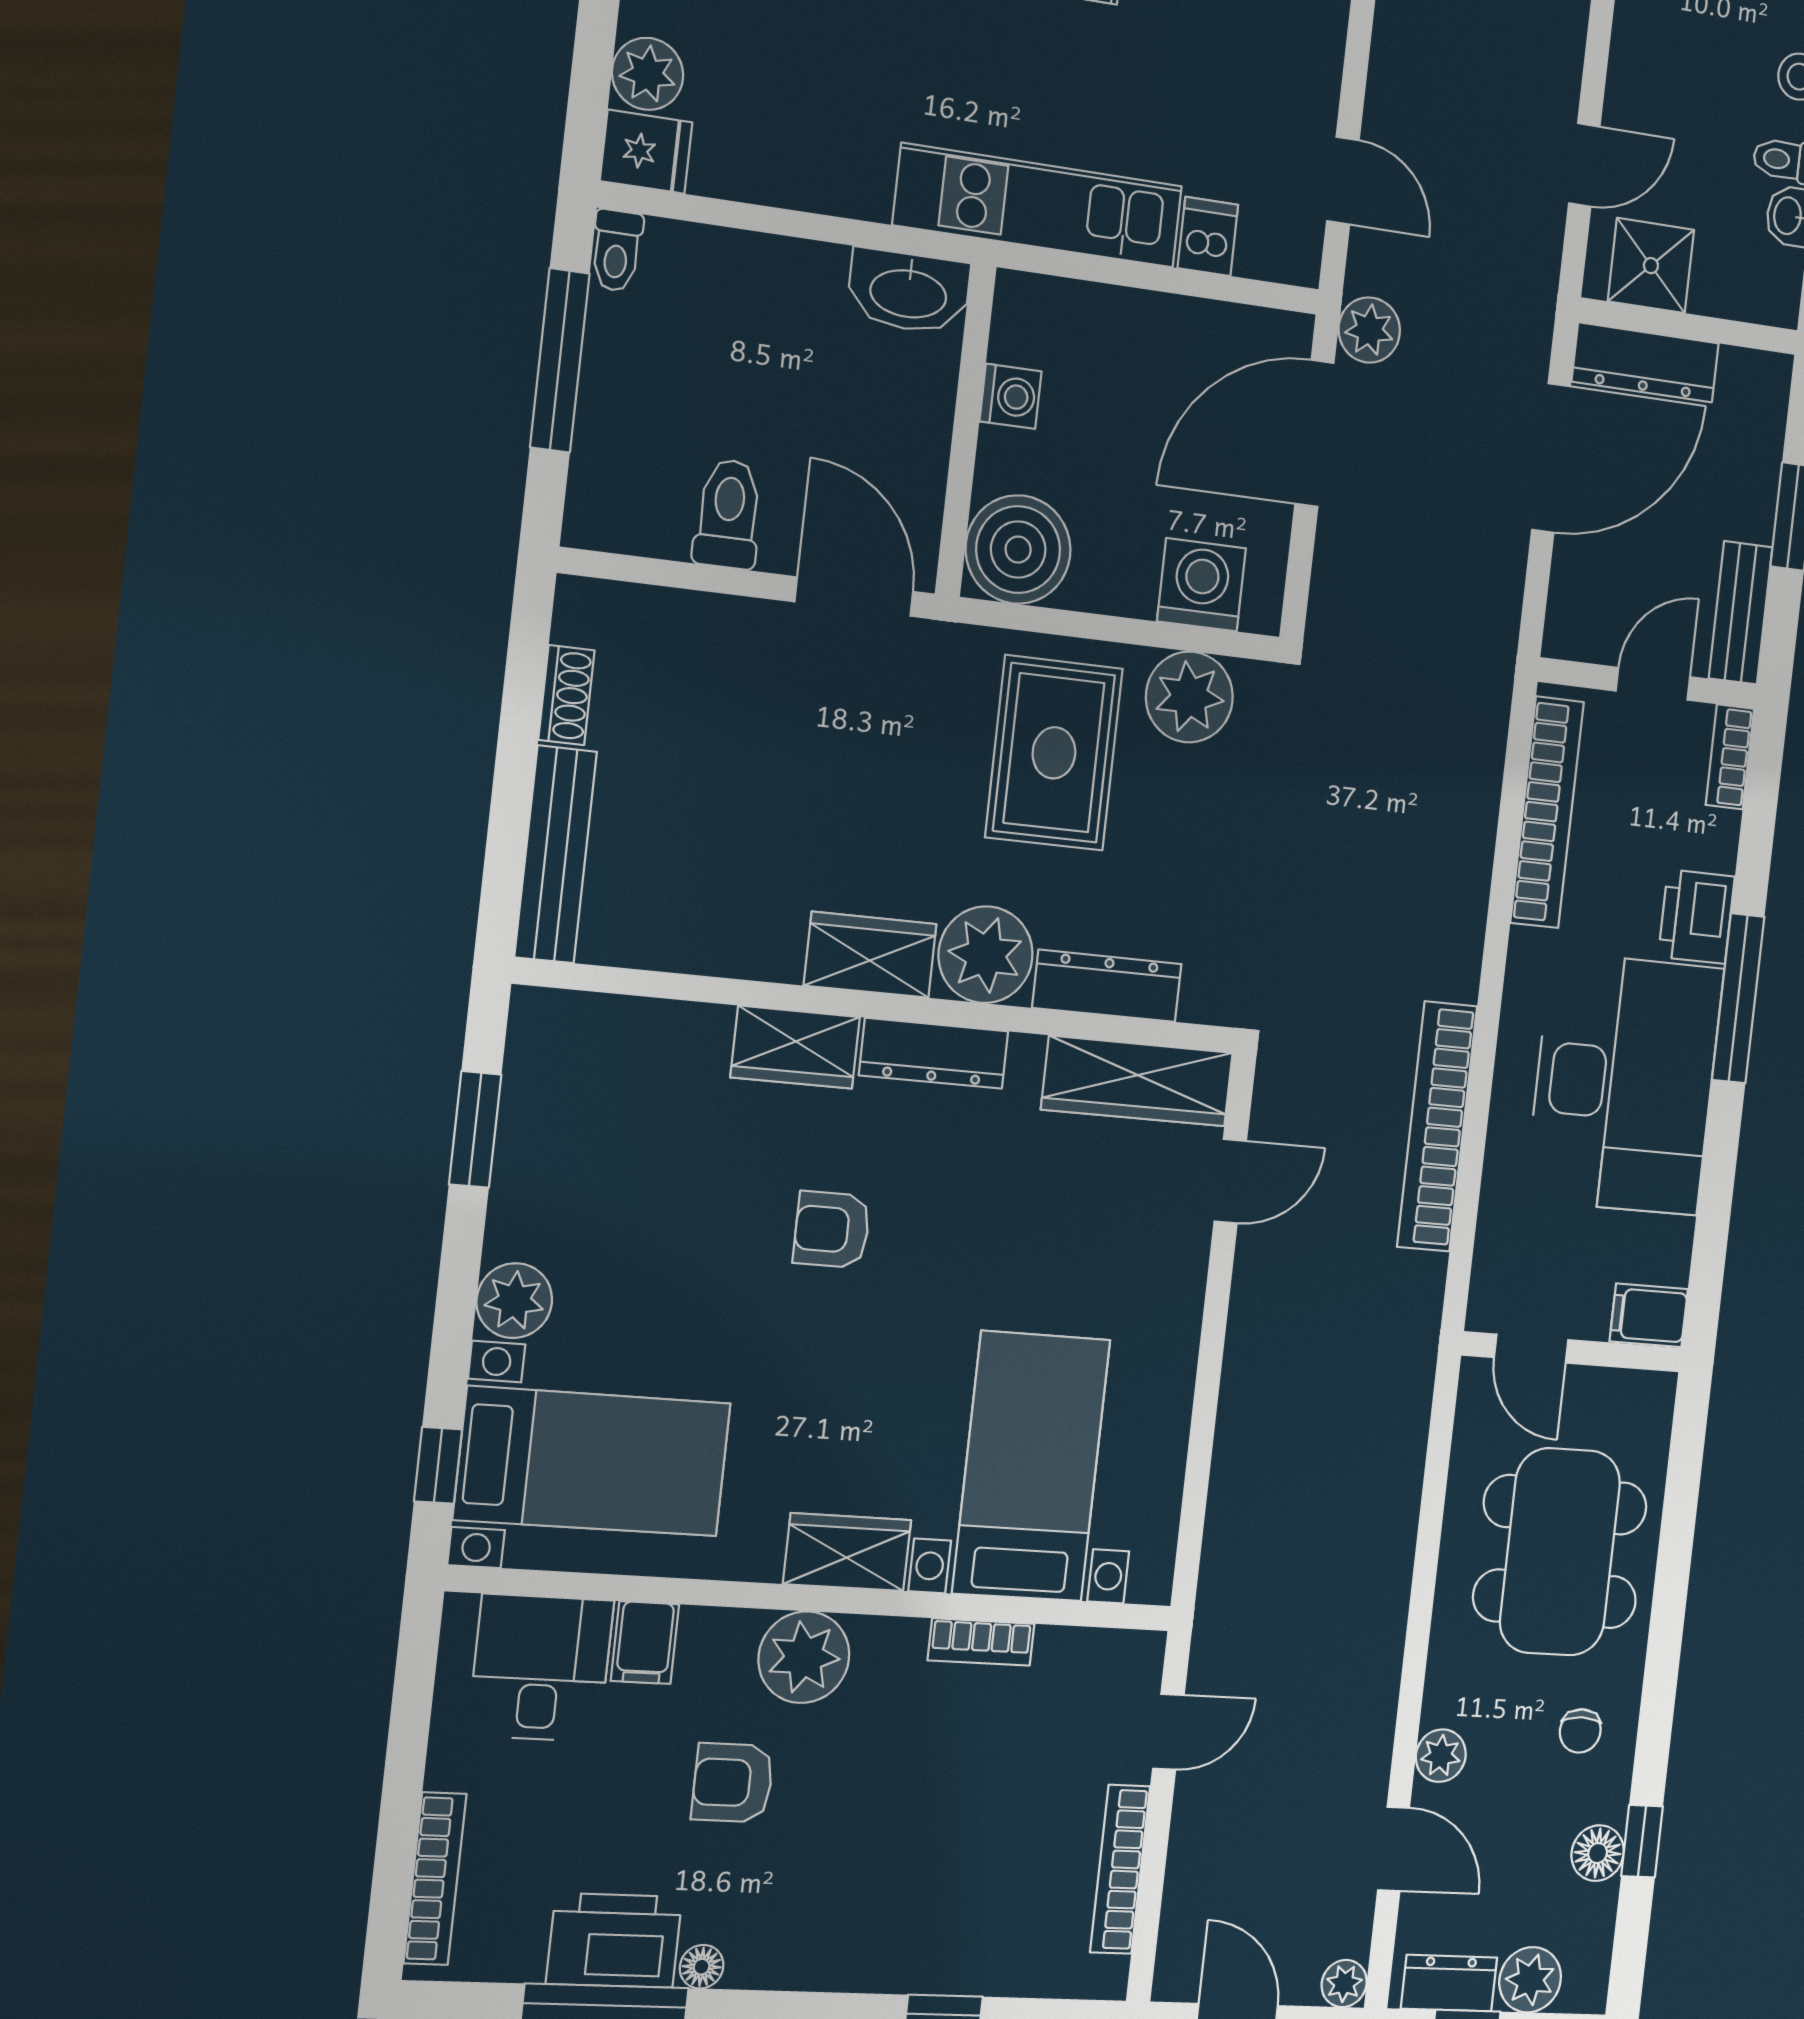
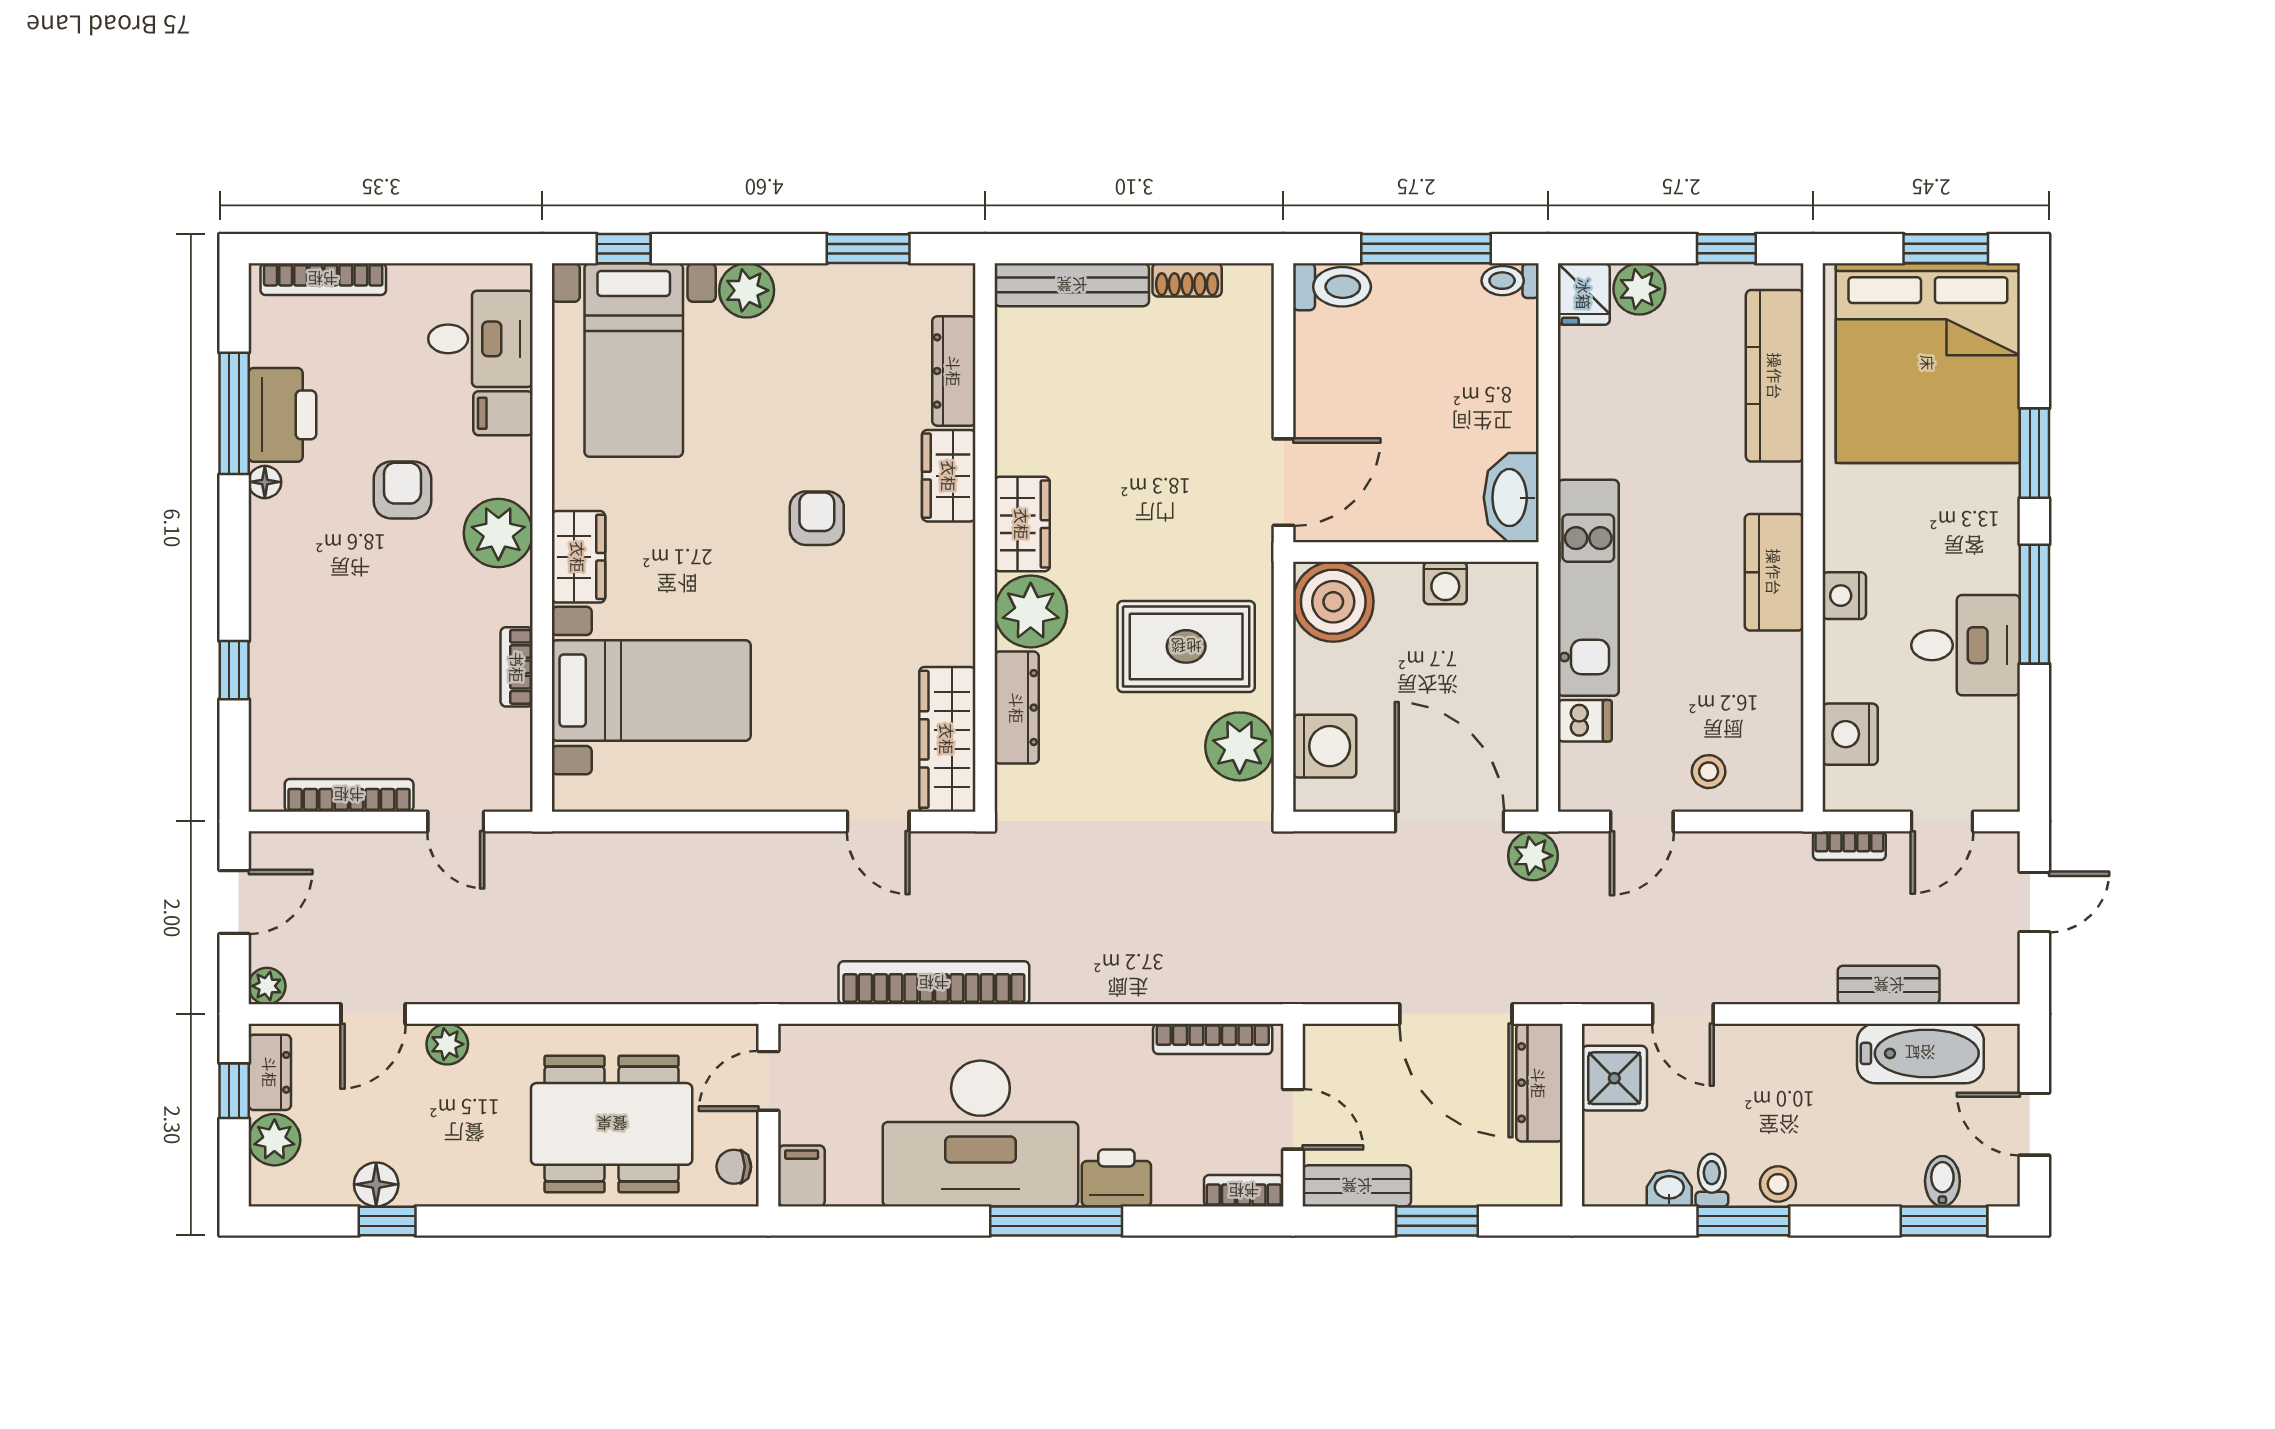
stool: (1290, 83) -> (1709, 772), added
toilet: (728, 514) -> (1332, 287), moved
bookcase: (1547, 812) -> (1213, 1039), width x0.68, depth x0.76
dresser: (934, 1053) -> (954, 371), moved
chair: (1580, 1731) -> (734, 1167), moved

